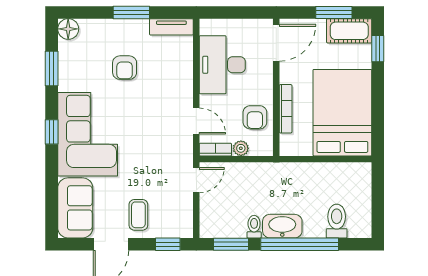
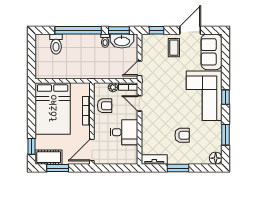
desk: (222, 65) -> (124, 132), width x0.73
armchair: (125, 68) -> (182, 135), turned 90
armchair: (255, 117) -> (105, 106), turned 90
washbasin: (282, 226) -> (122, 41), moved

